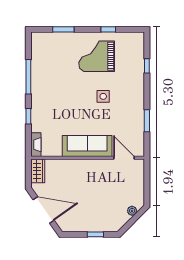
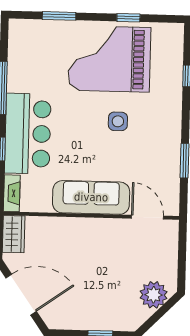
grand piano: (97, 56) -> (109, 59), width x1.37, depth x1.48
bar counter: (45, 106) -> (28, 134), added
plant: (132, 211) -> (154, 295), width x1.88, depth x1.88

